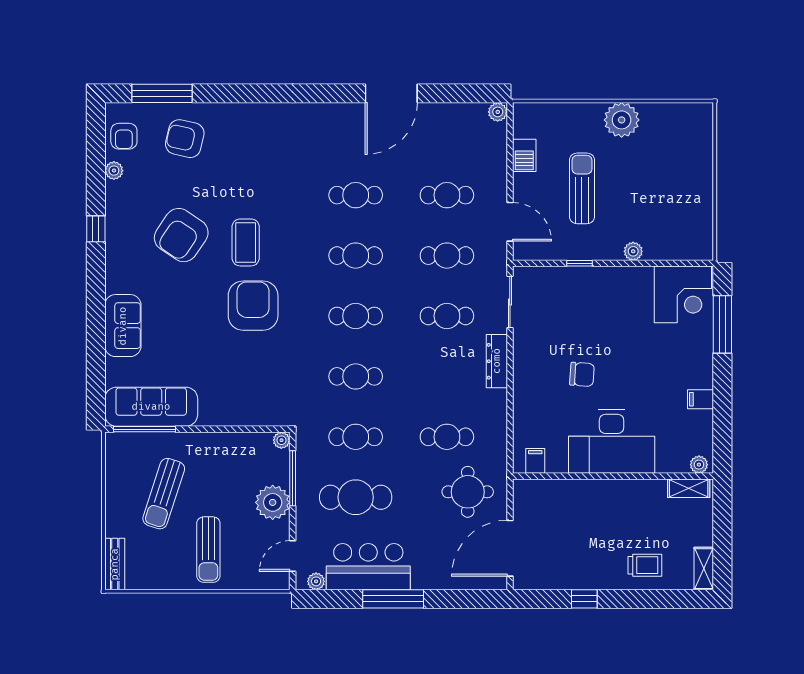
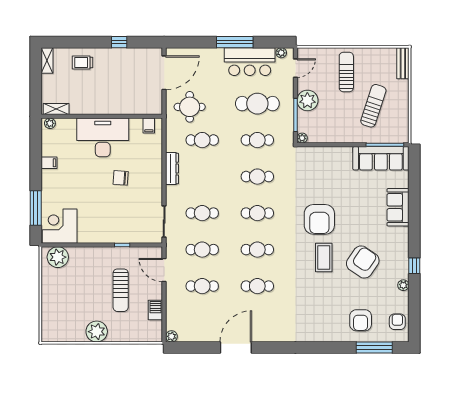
armchair: (185, 139) -> (361, 320), turned 77
plant: (114, 171) -> (403, 285), moved
plant: (633, 251) -> (58, 257), moved, width x1.87, depth x1.87
dresser: (497, 361) -> (172, 169), moved

